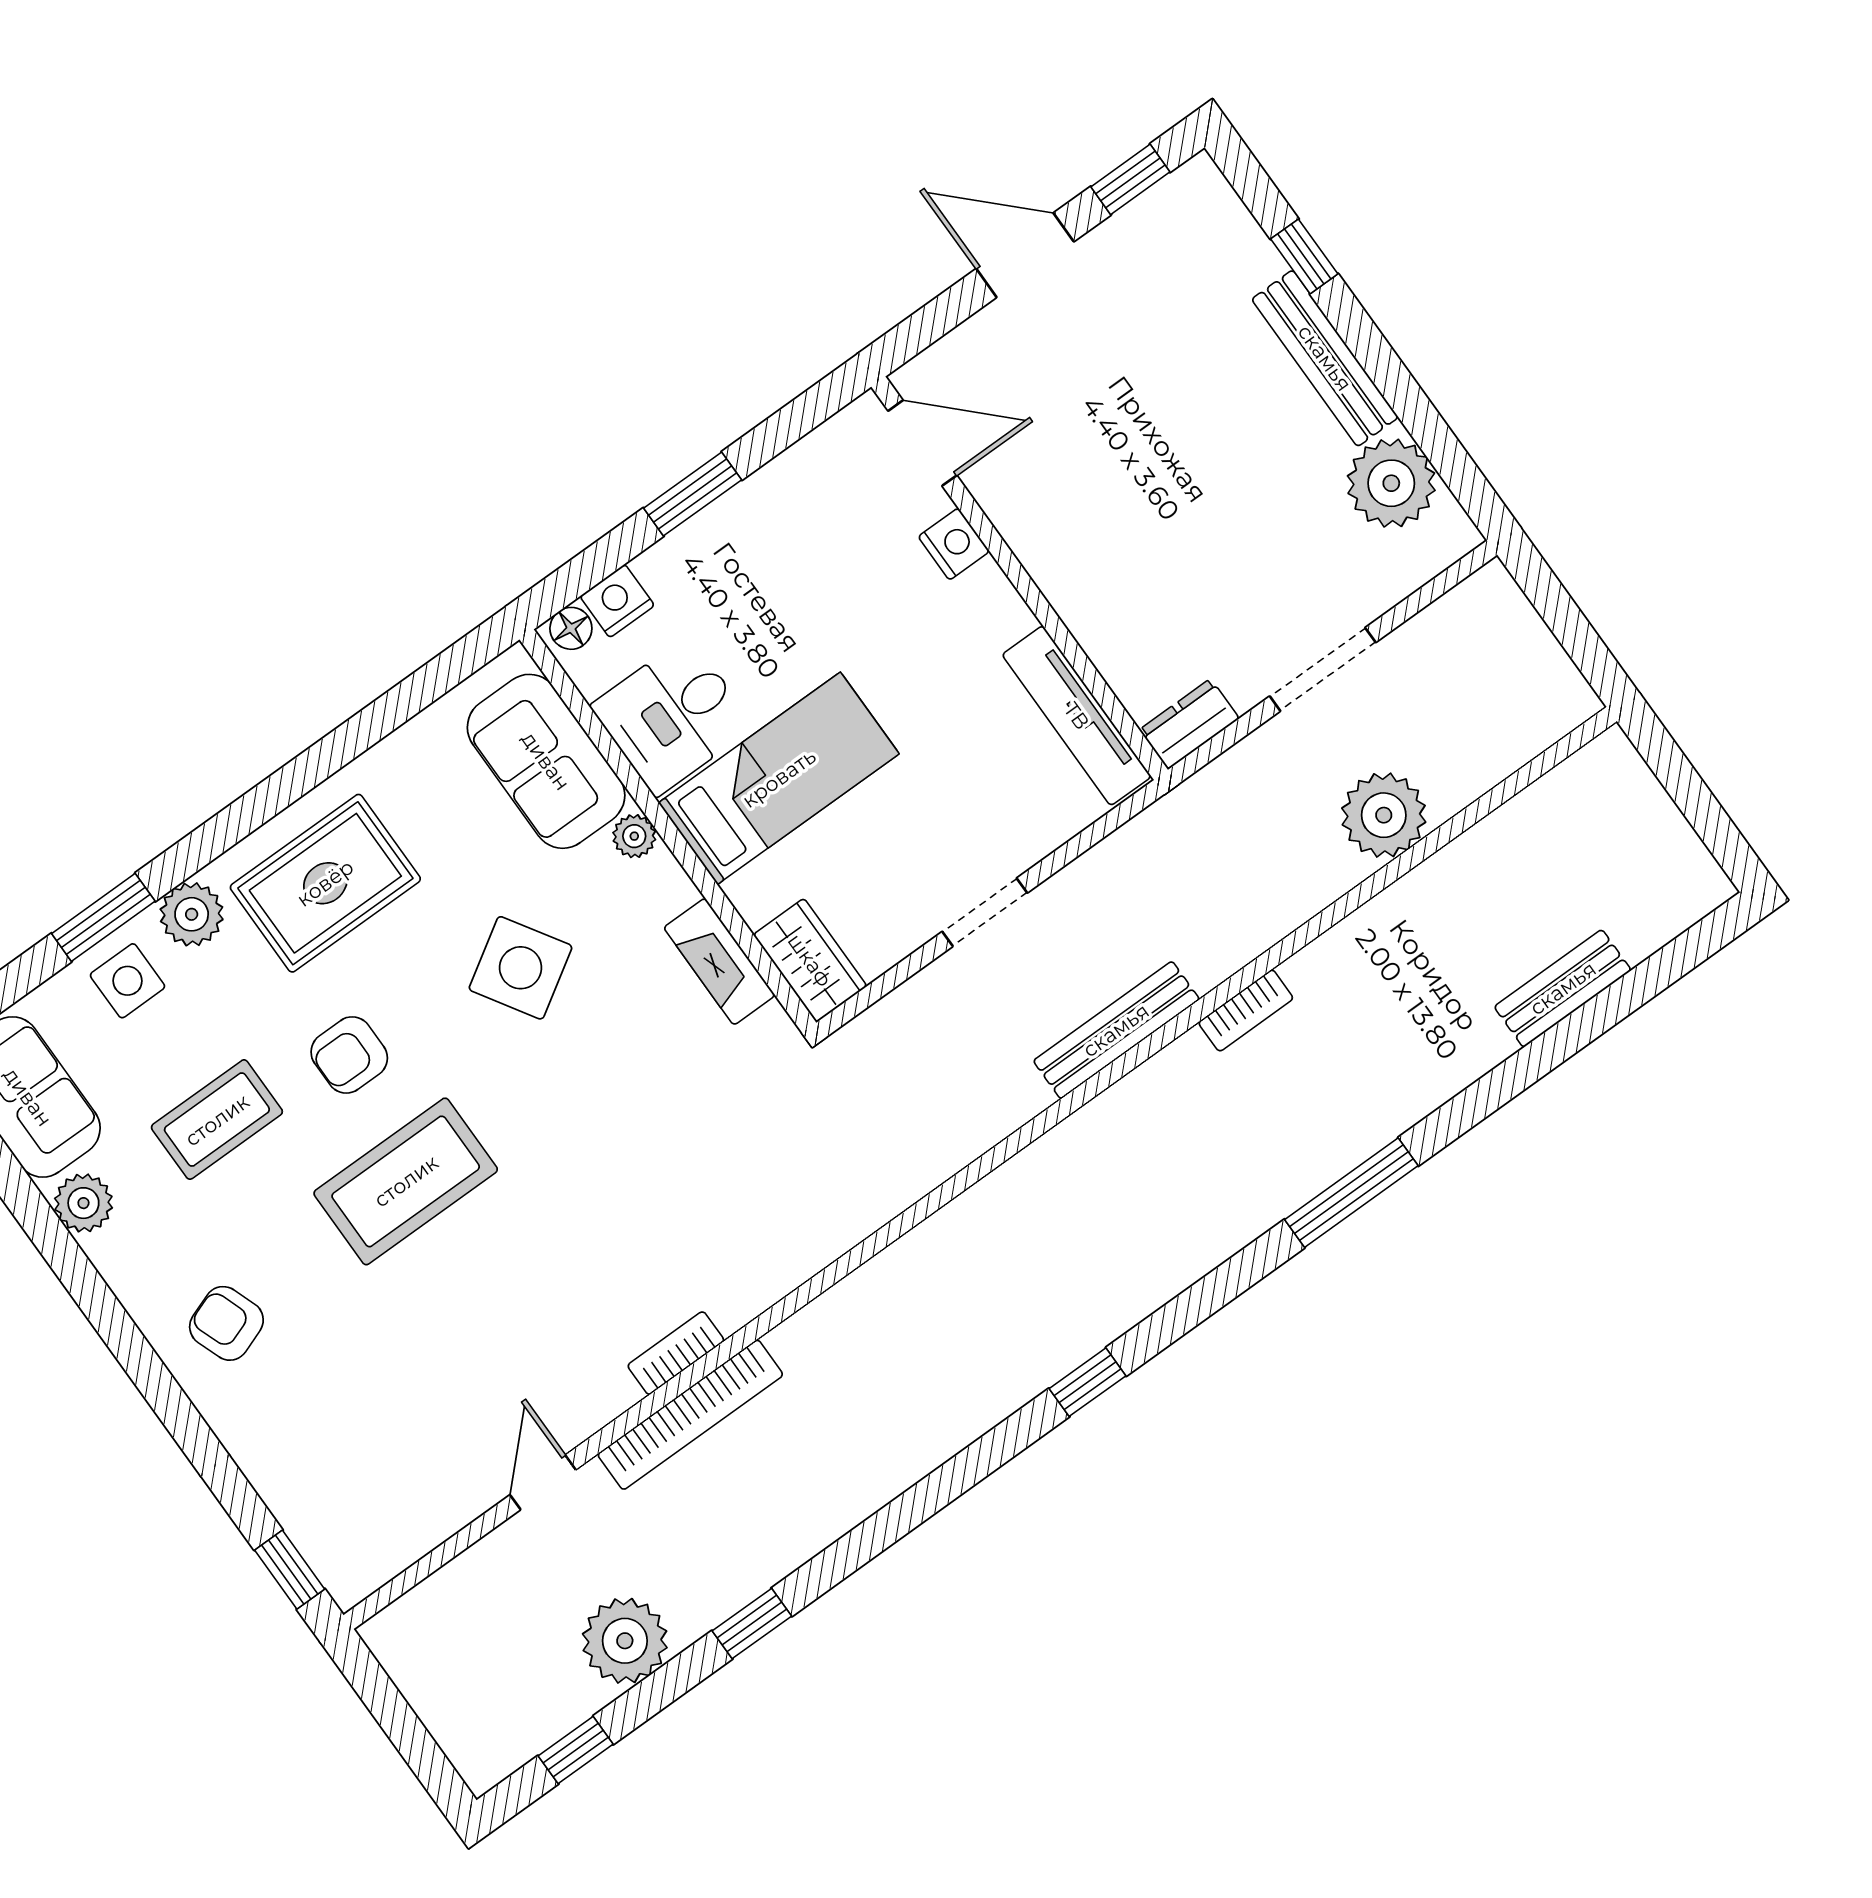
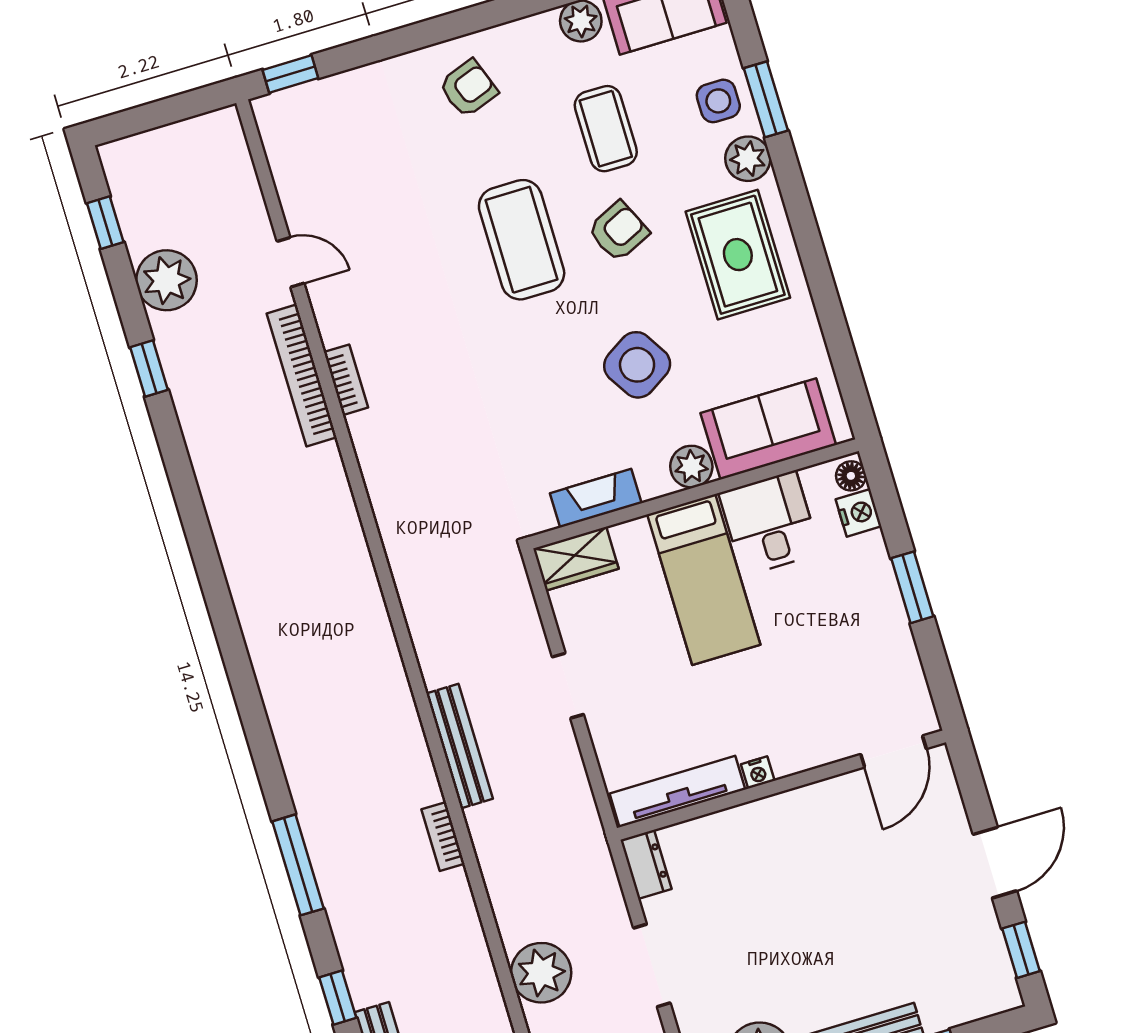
nightstand: (954, 544) -> (758, 773), moved, width x0.72, depth x0.74
plant: (634, 836) -> (691, 467), width x1.38, depth x1.38
armchair: (349, 1055) -> (618, 231), turned 65
window: (1088, 1382) -> (338, 998), moved

